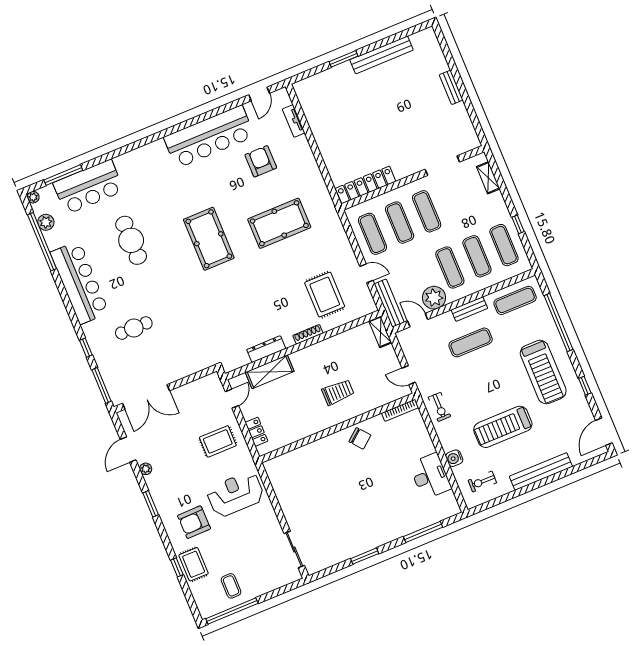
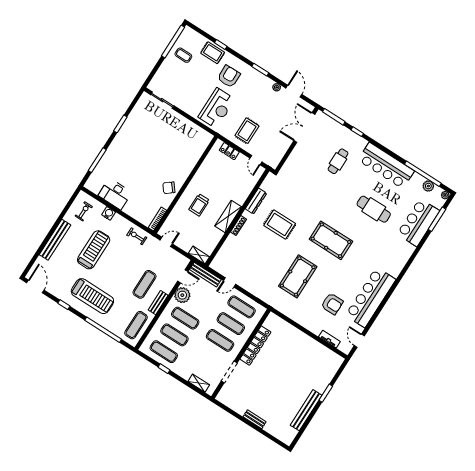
locker: (366, 185) -> (255, 346), moved
rug: (325, 295) -> (280, 224), moved
shelving: (270, 372) -> (228, 216), moved
treadmill: (543, 372) -> (92, 296), turned 180

